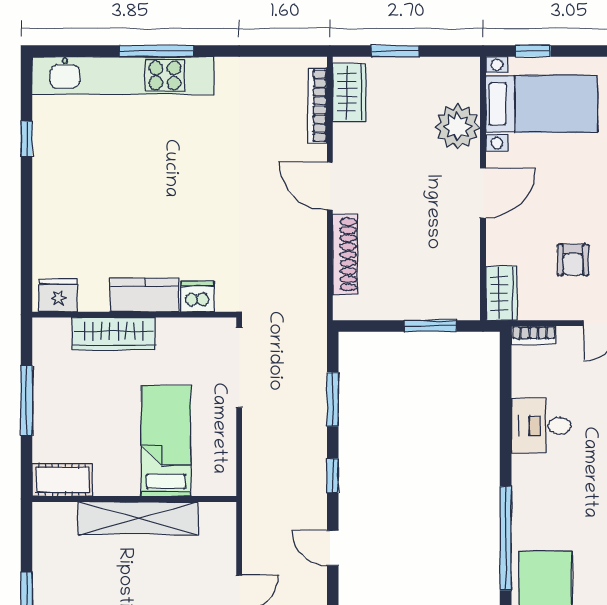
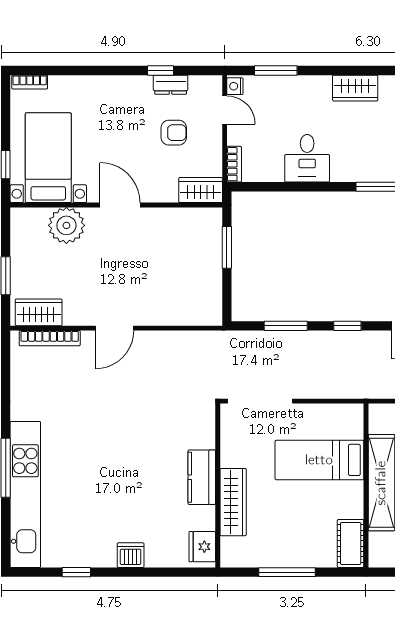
shoe rack: (345, 255) -> (169, 316), removed
dishwasher: (197, 296) -> (131, 555), moved, turned 90

